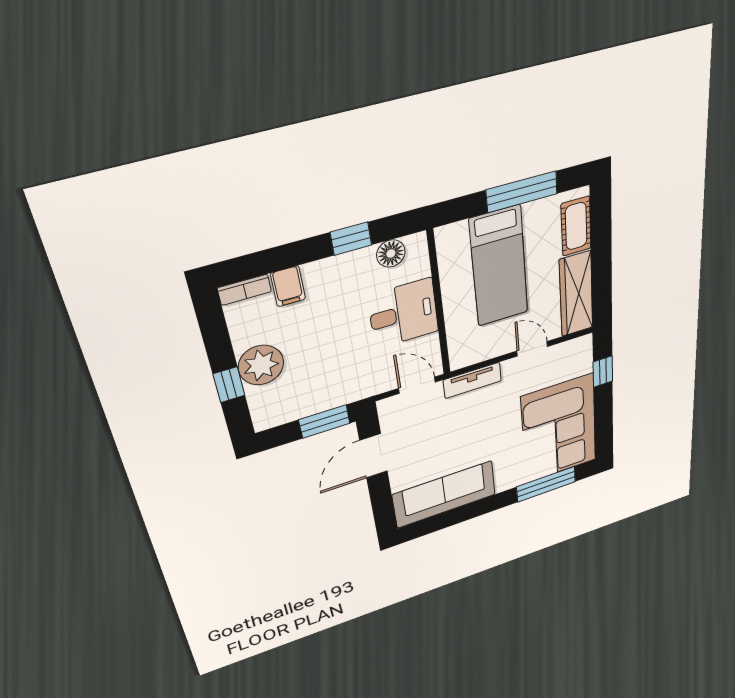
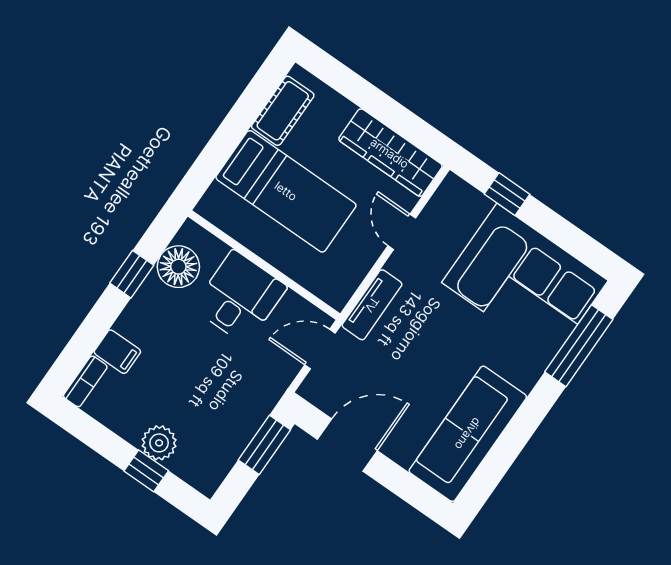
window: (522, 192) -> (240, 120), removed
cot: (576, 226) -> (283, 111), moved, turned 90
floor lamp: (391, 253) -> (178, 267), width x1.38, depth x1.38
door: (532, 349) -> (402, 232), hinge flipped
plant: (261, 365) -> (159, 443), width x0.73, depth x0.73
door: (374, 456) -> (347, 445), swing flipped

